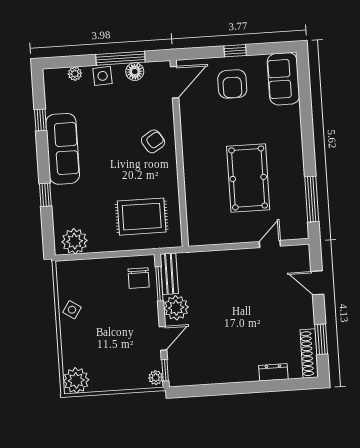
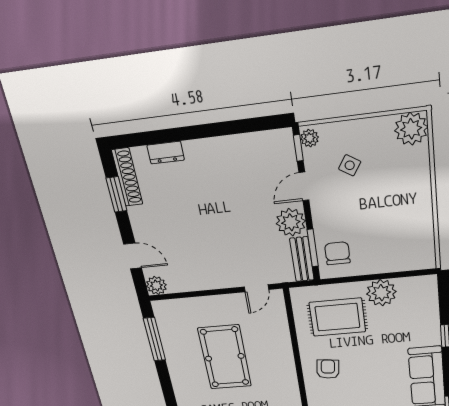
armchair: (153, 141) -> (328, 369), moved, turned 129
plant: (75, 241) -> (381, 293), moved
door: (270, 244) -> (256, 288), moved
plant: (301, 254) -> (156, 286), added
side table: (72, 310) -> (350, 165), moved

